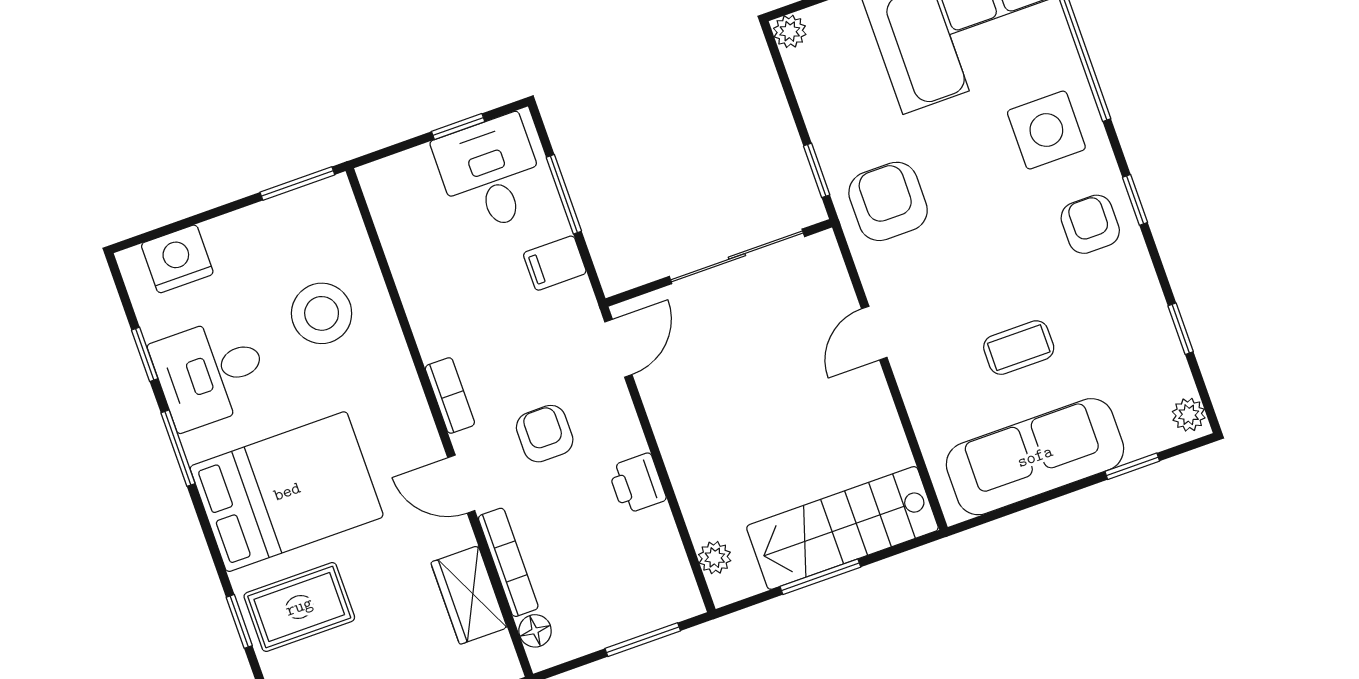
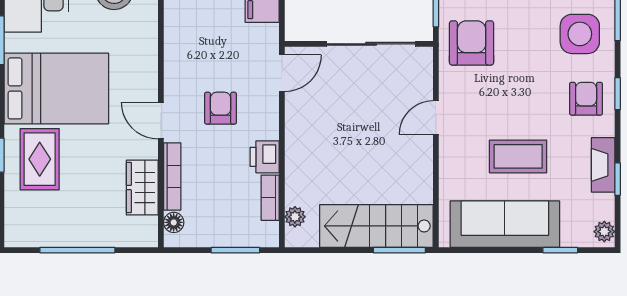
fireplace: (1151, 315) -> (603, 165), added
coffee table: (1019, 348) -> (518, 156), width x1.36, depth x1.30
bookcase: (450, 395) -> (270, 198), moved, turned 180
window: (820, 577) -> (399, 250), moved
rug: (299, 607) -> (40, 159), turned 90

